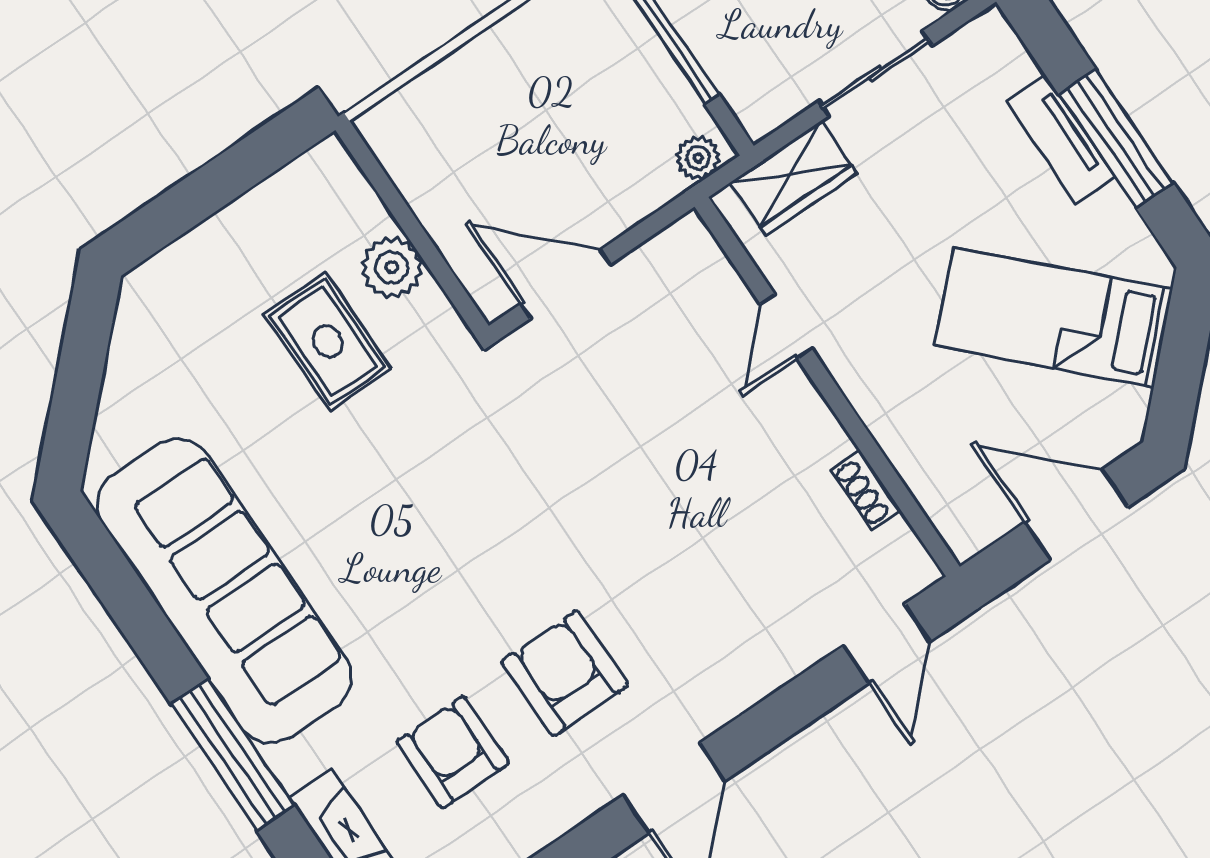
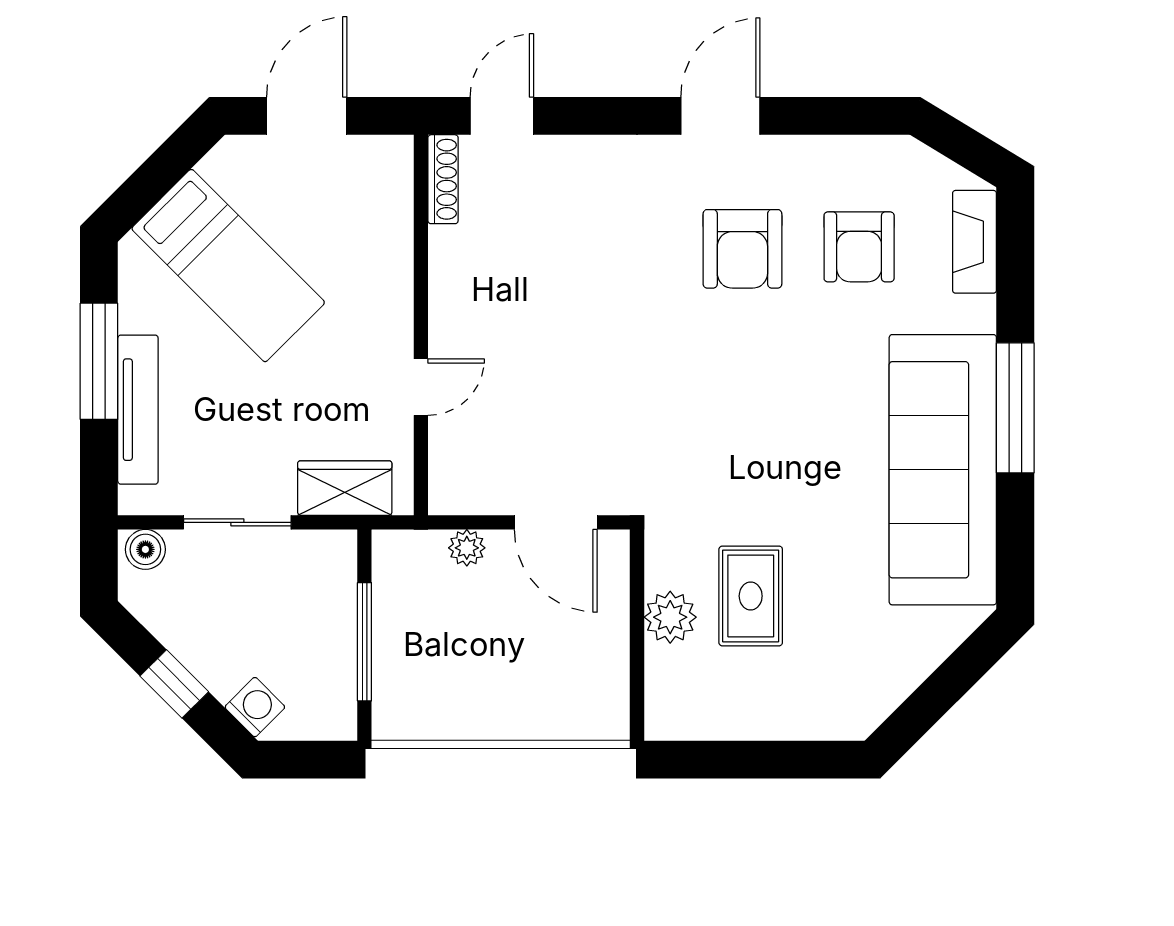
tv unit: (1061, 139) -> (138, 410), width x1.41
plant: (698, 158) -> (467, 548), moved
shoe rack: (866, 490) -> (443, 179), moved, width x1.43
door: (1076, 515) -> (307, 116), swing flipped
window: (233, 755) -> (1015, 408), moved

